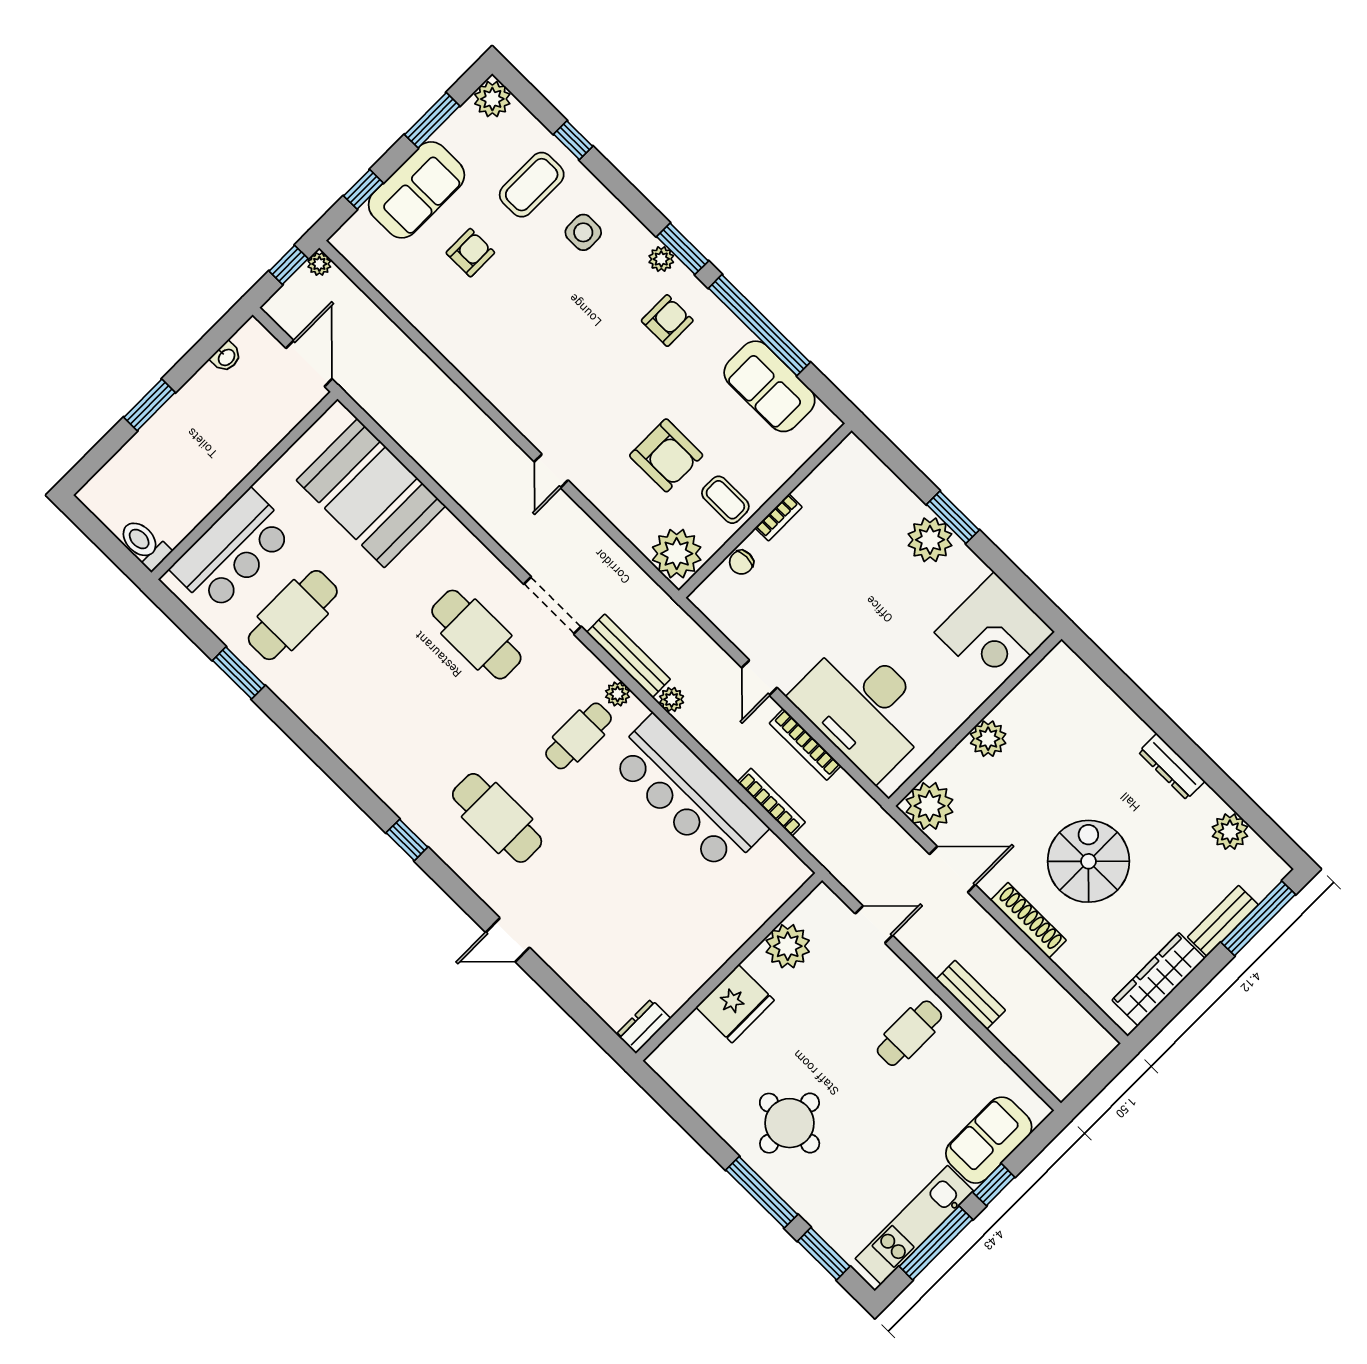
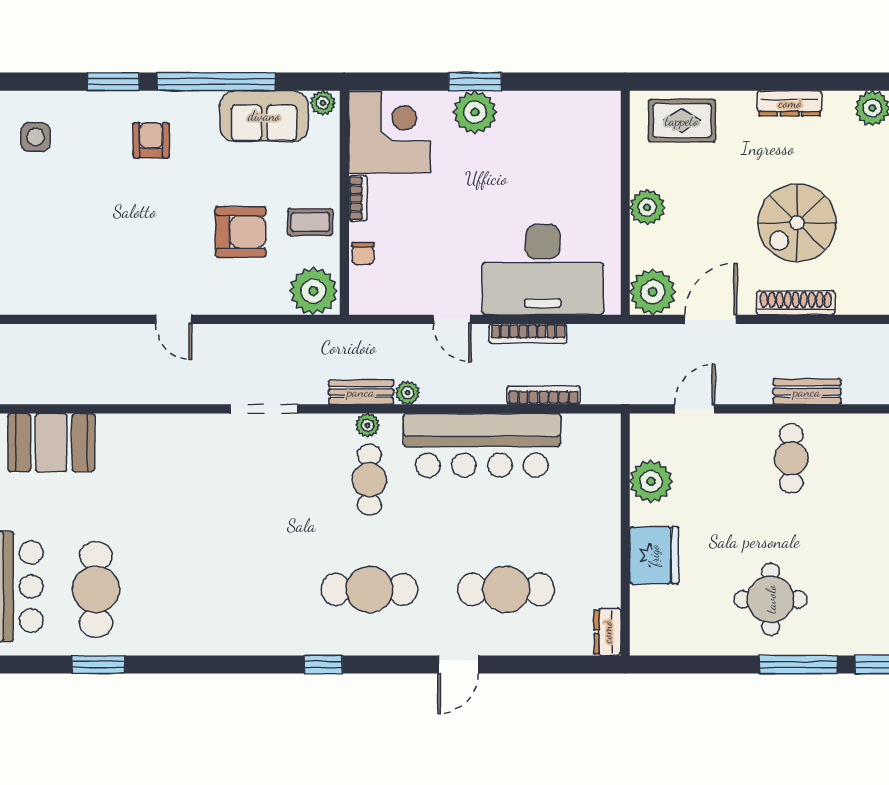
plant: (661, 259) -> (323, 103), moved
booth: (371, 493) -> (51, 443), width x0.73, depth x0.70
corner desk: (994, 632) -> (389, 133), moved, turned -90
cafe table: (476, 635) -> (506, 589), moved
bench: (628, 656) -> (361, 392), width x0.73
rug: (1079, 700) -> (682, 121), added
spiral stairs: (1088, 861) -> (797, 223), turned -90

